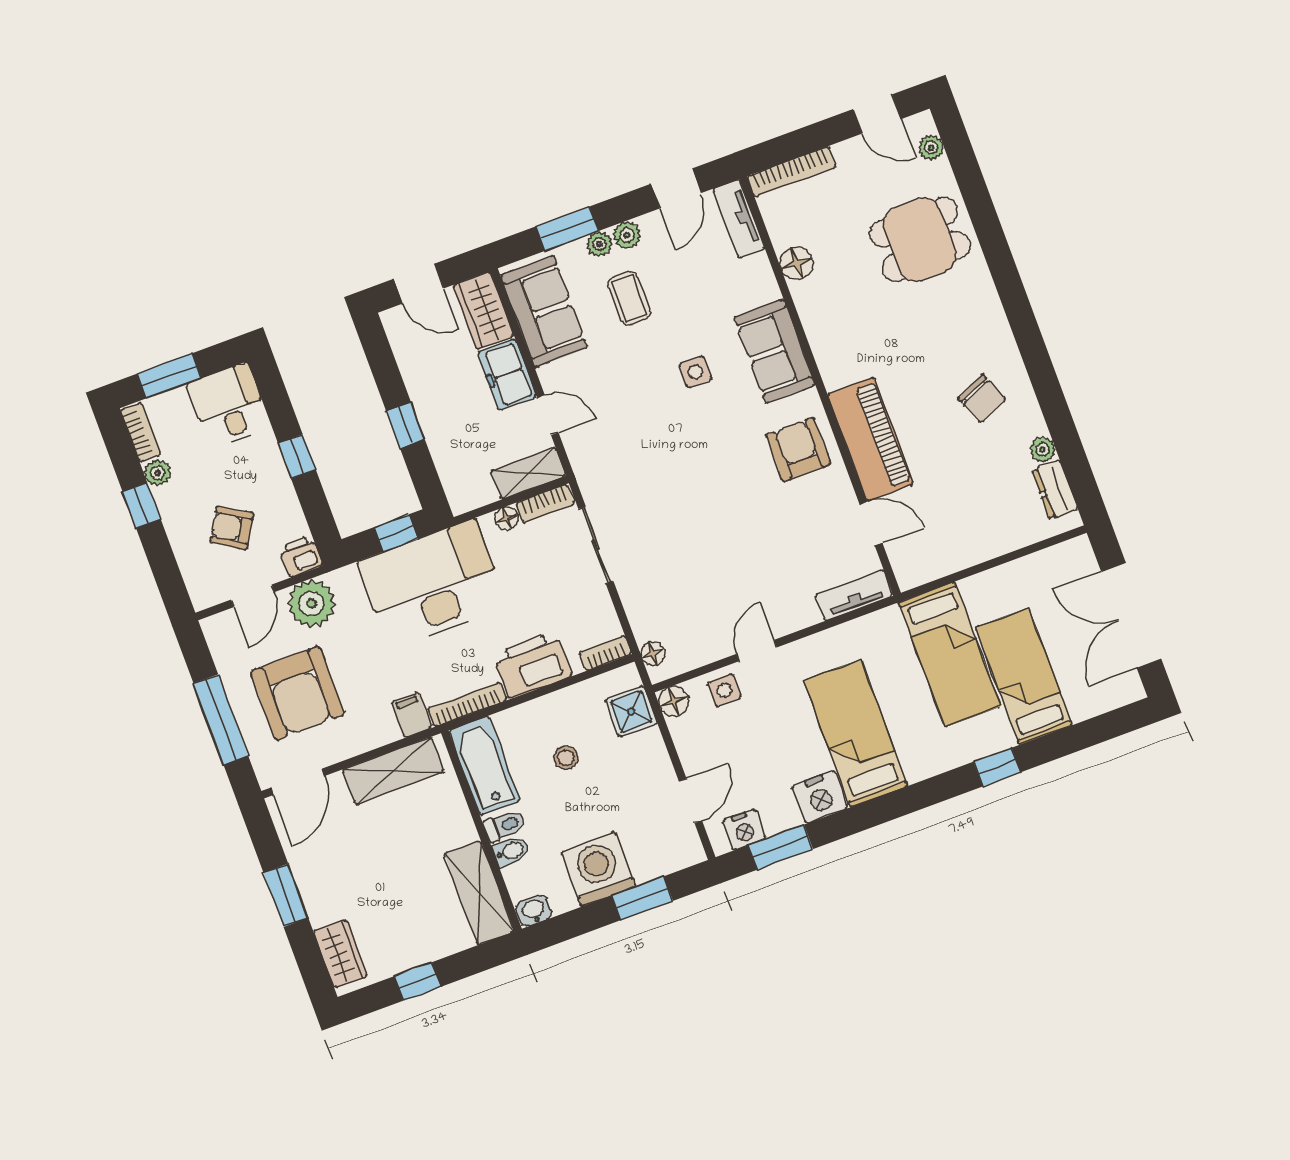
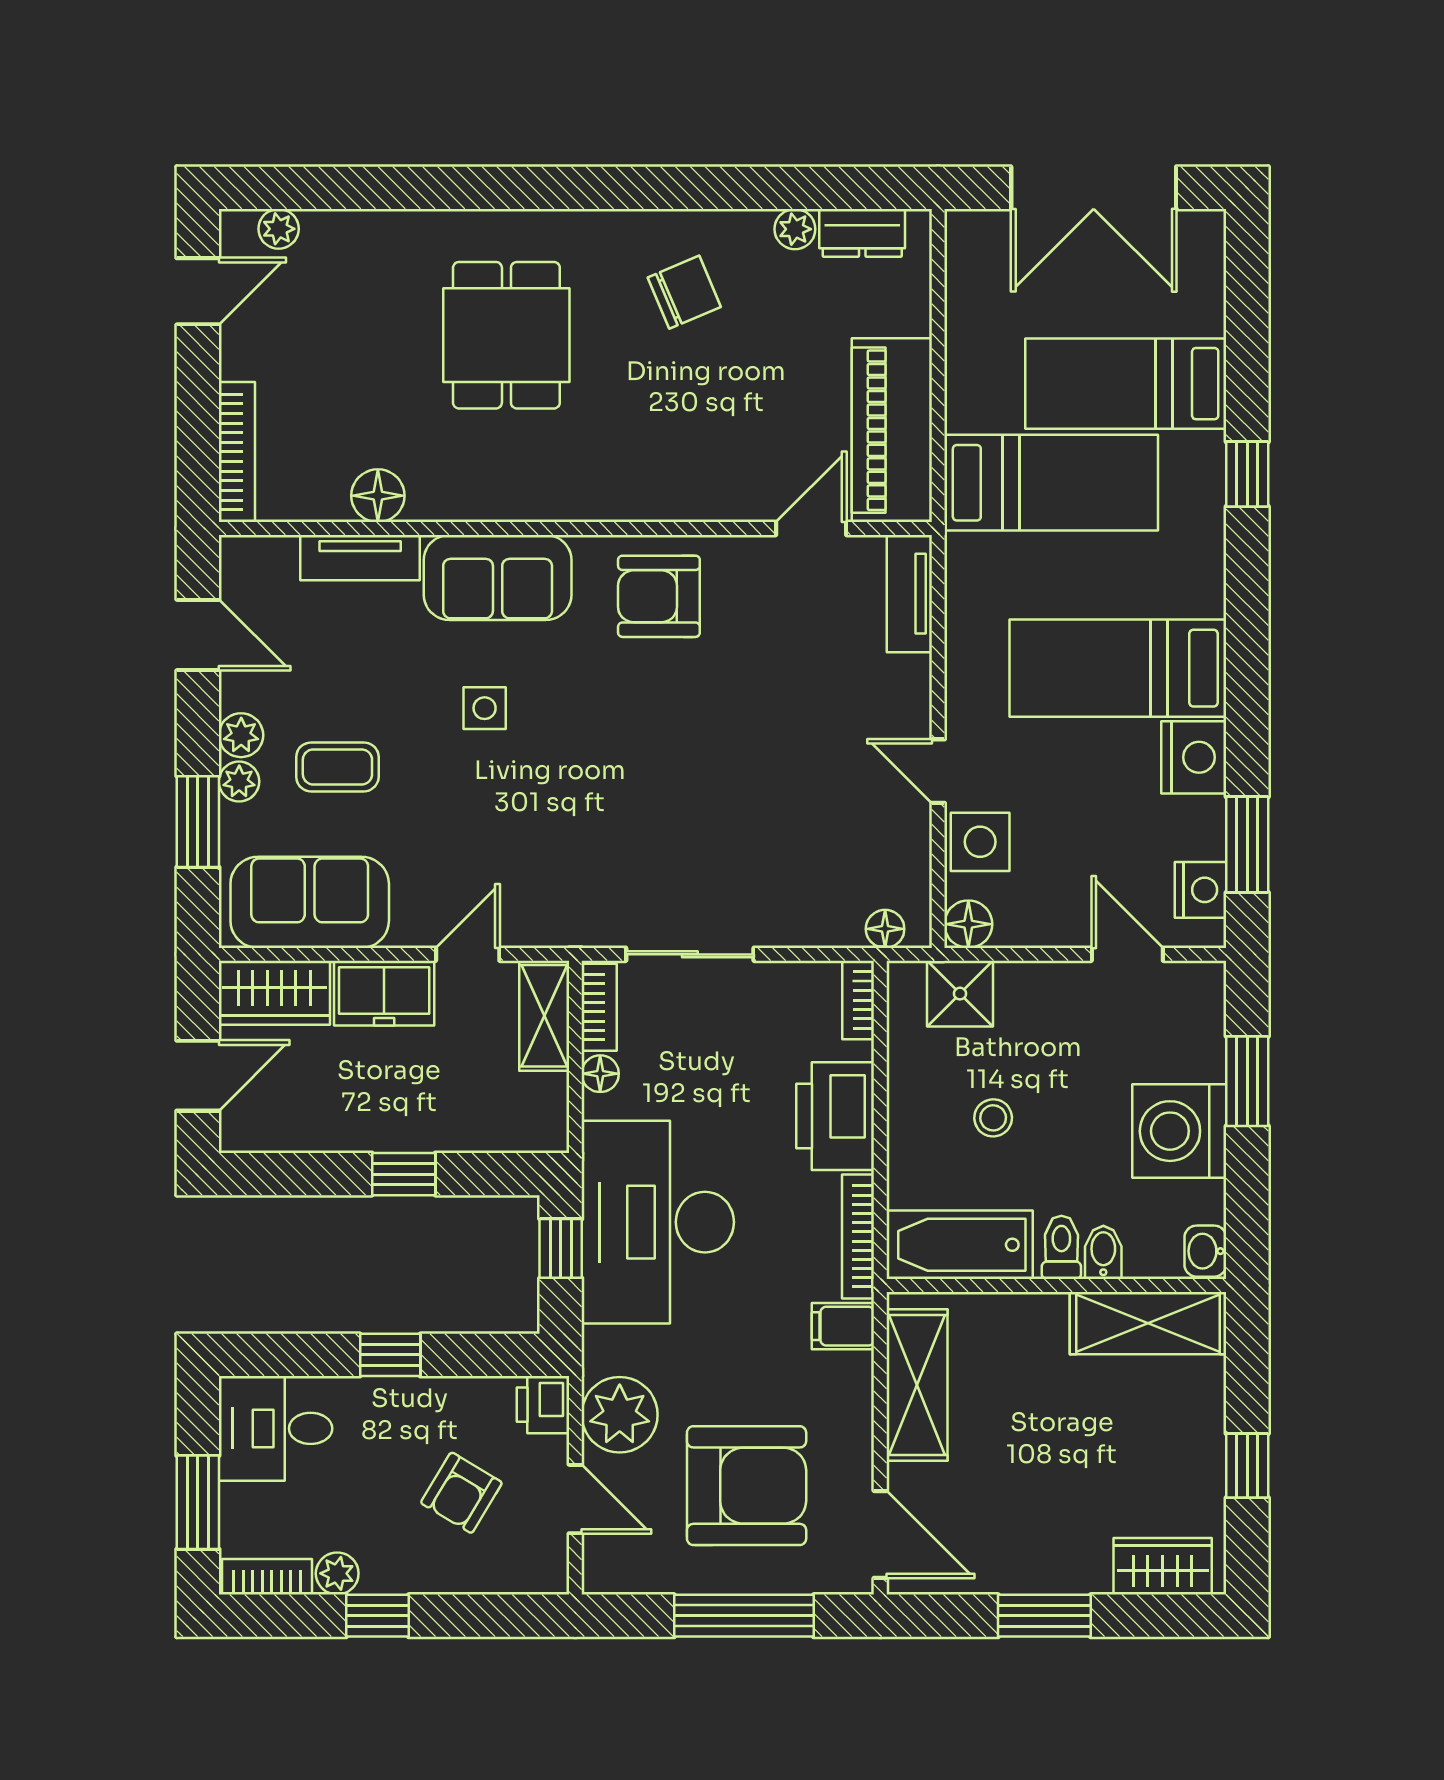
tv unit: (739, 219) -> (360, 558), moved
dining table: (920, 239) -> (506, 335), moved
piano: (870, 439) -> (892, 430), moved, turned -90
side table: (724, 690) -> (980, 842), width x1.37, depth x1.37

